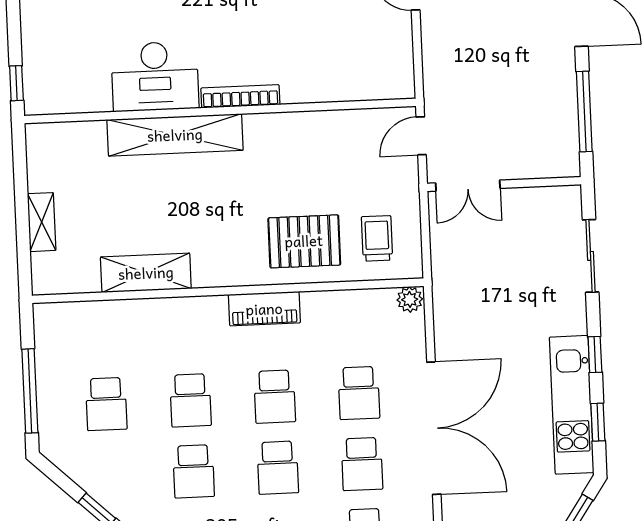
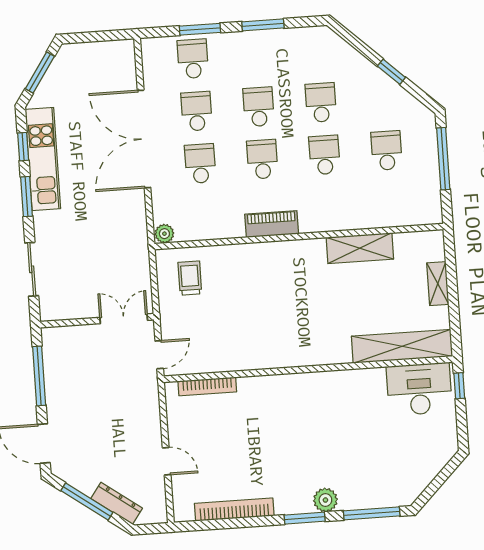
desk: (155, 76) -> (419, 389), moved
bookcase: (240, 96) -> (207, 386), moved
shelving: (175, 135) -> (402, 346), moved
trolley: (377, 238) -> (190, 278), turned 180
pallet: (304, 241) -> (243, 274), removed
window: (595, 355) -> (27, 197), width x1.50

